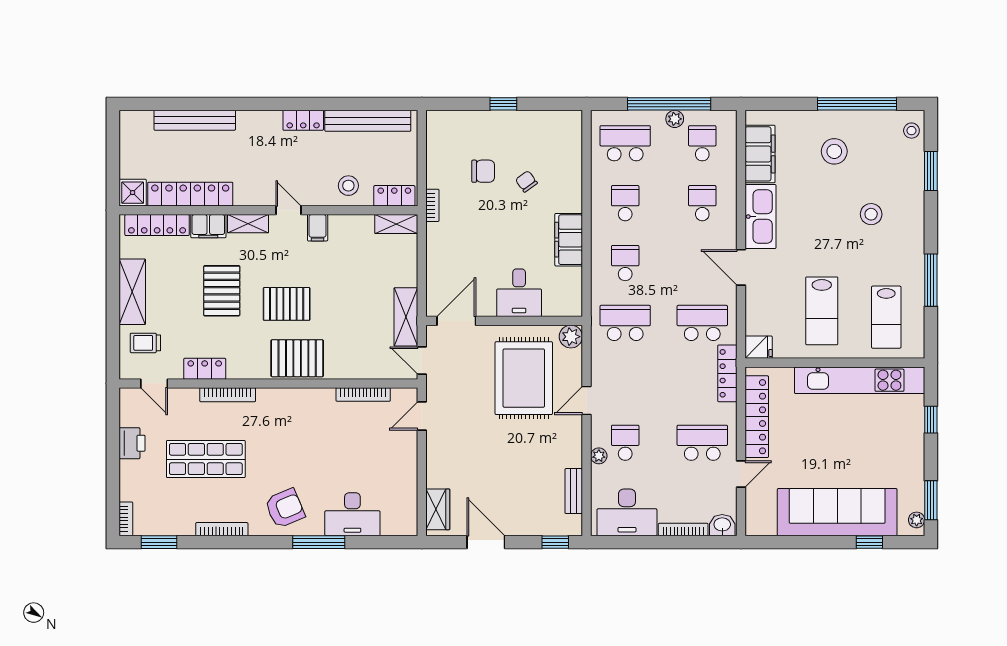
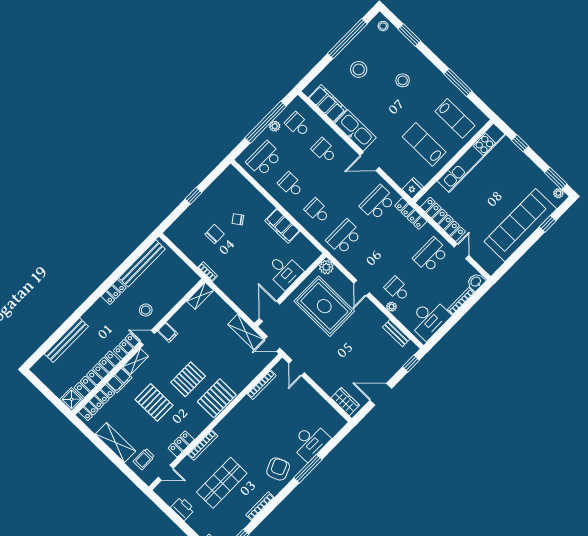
stool: (348, 186) -> (146, 310), moved
locker: (394, 196) -> (126, 346), moved
lab bench: (822, 311) -> (424, 144), turned 180

